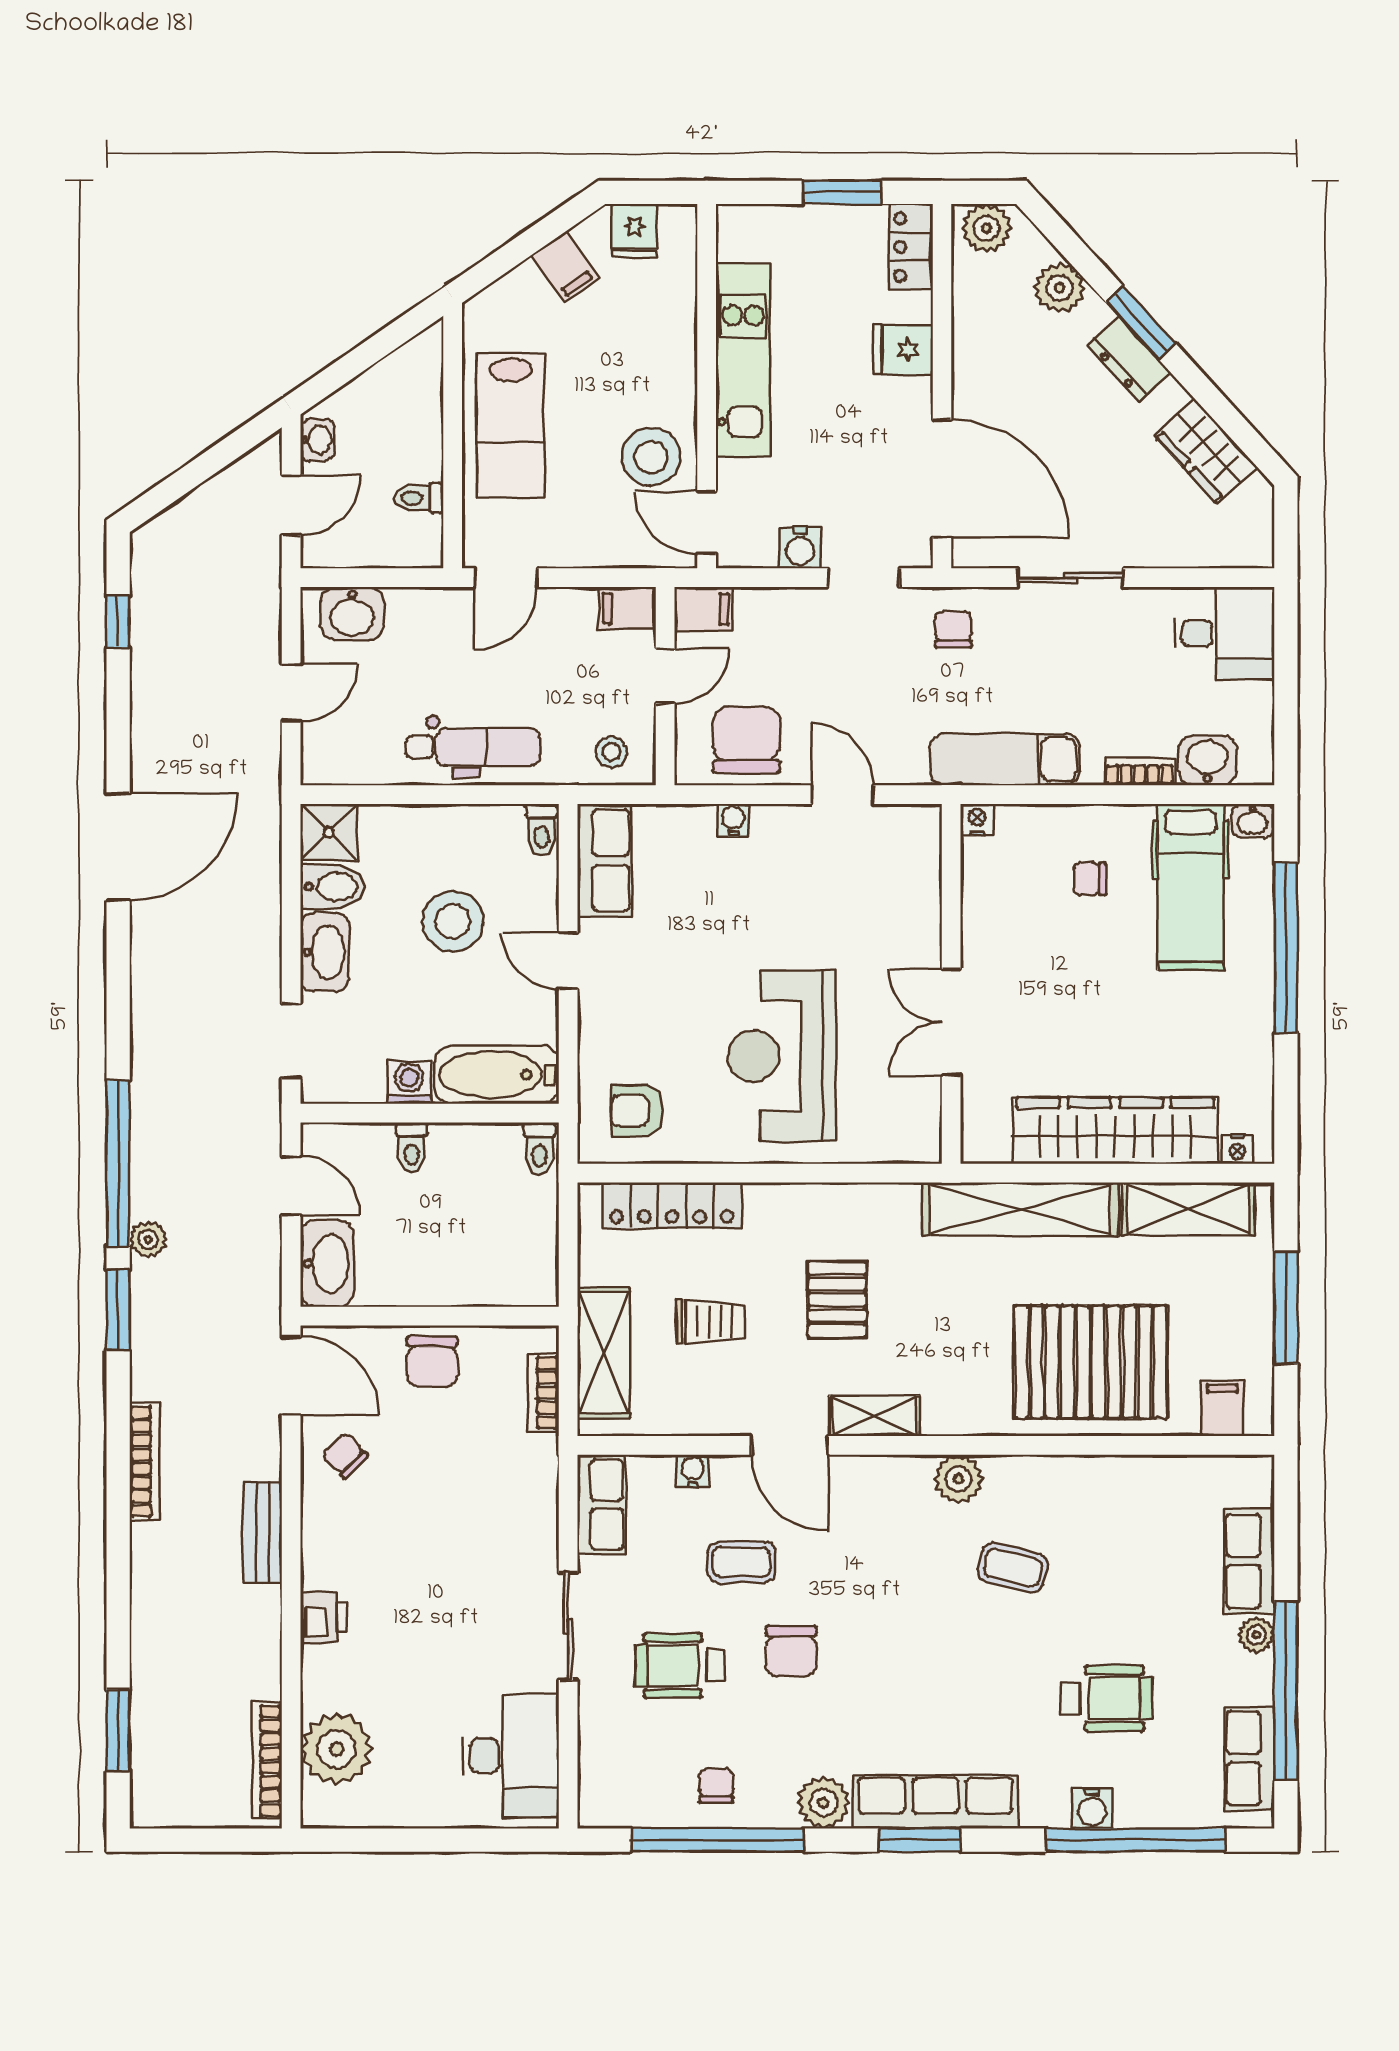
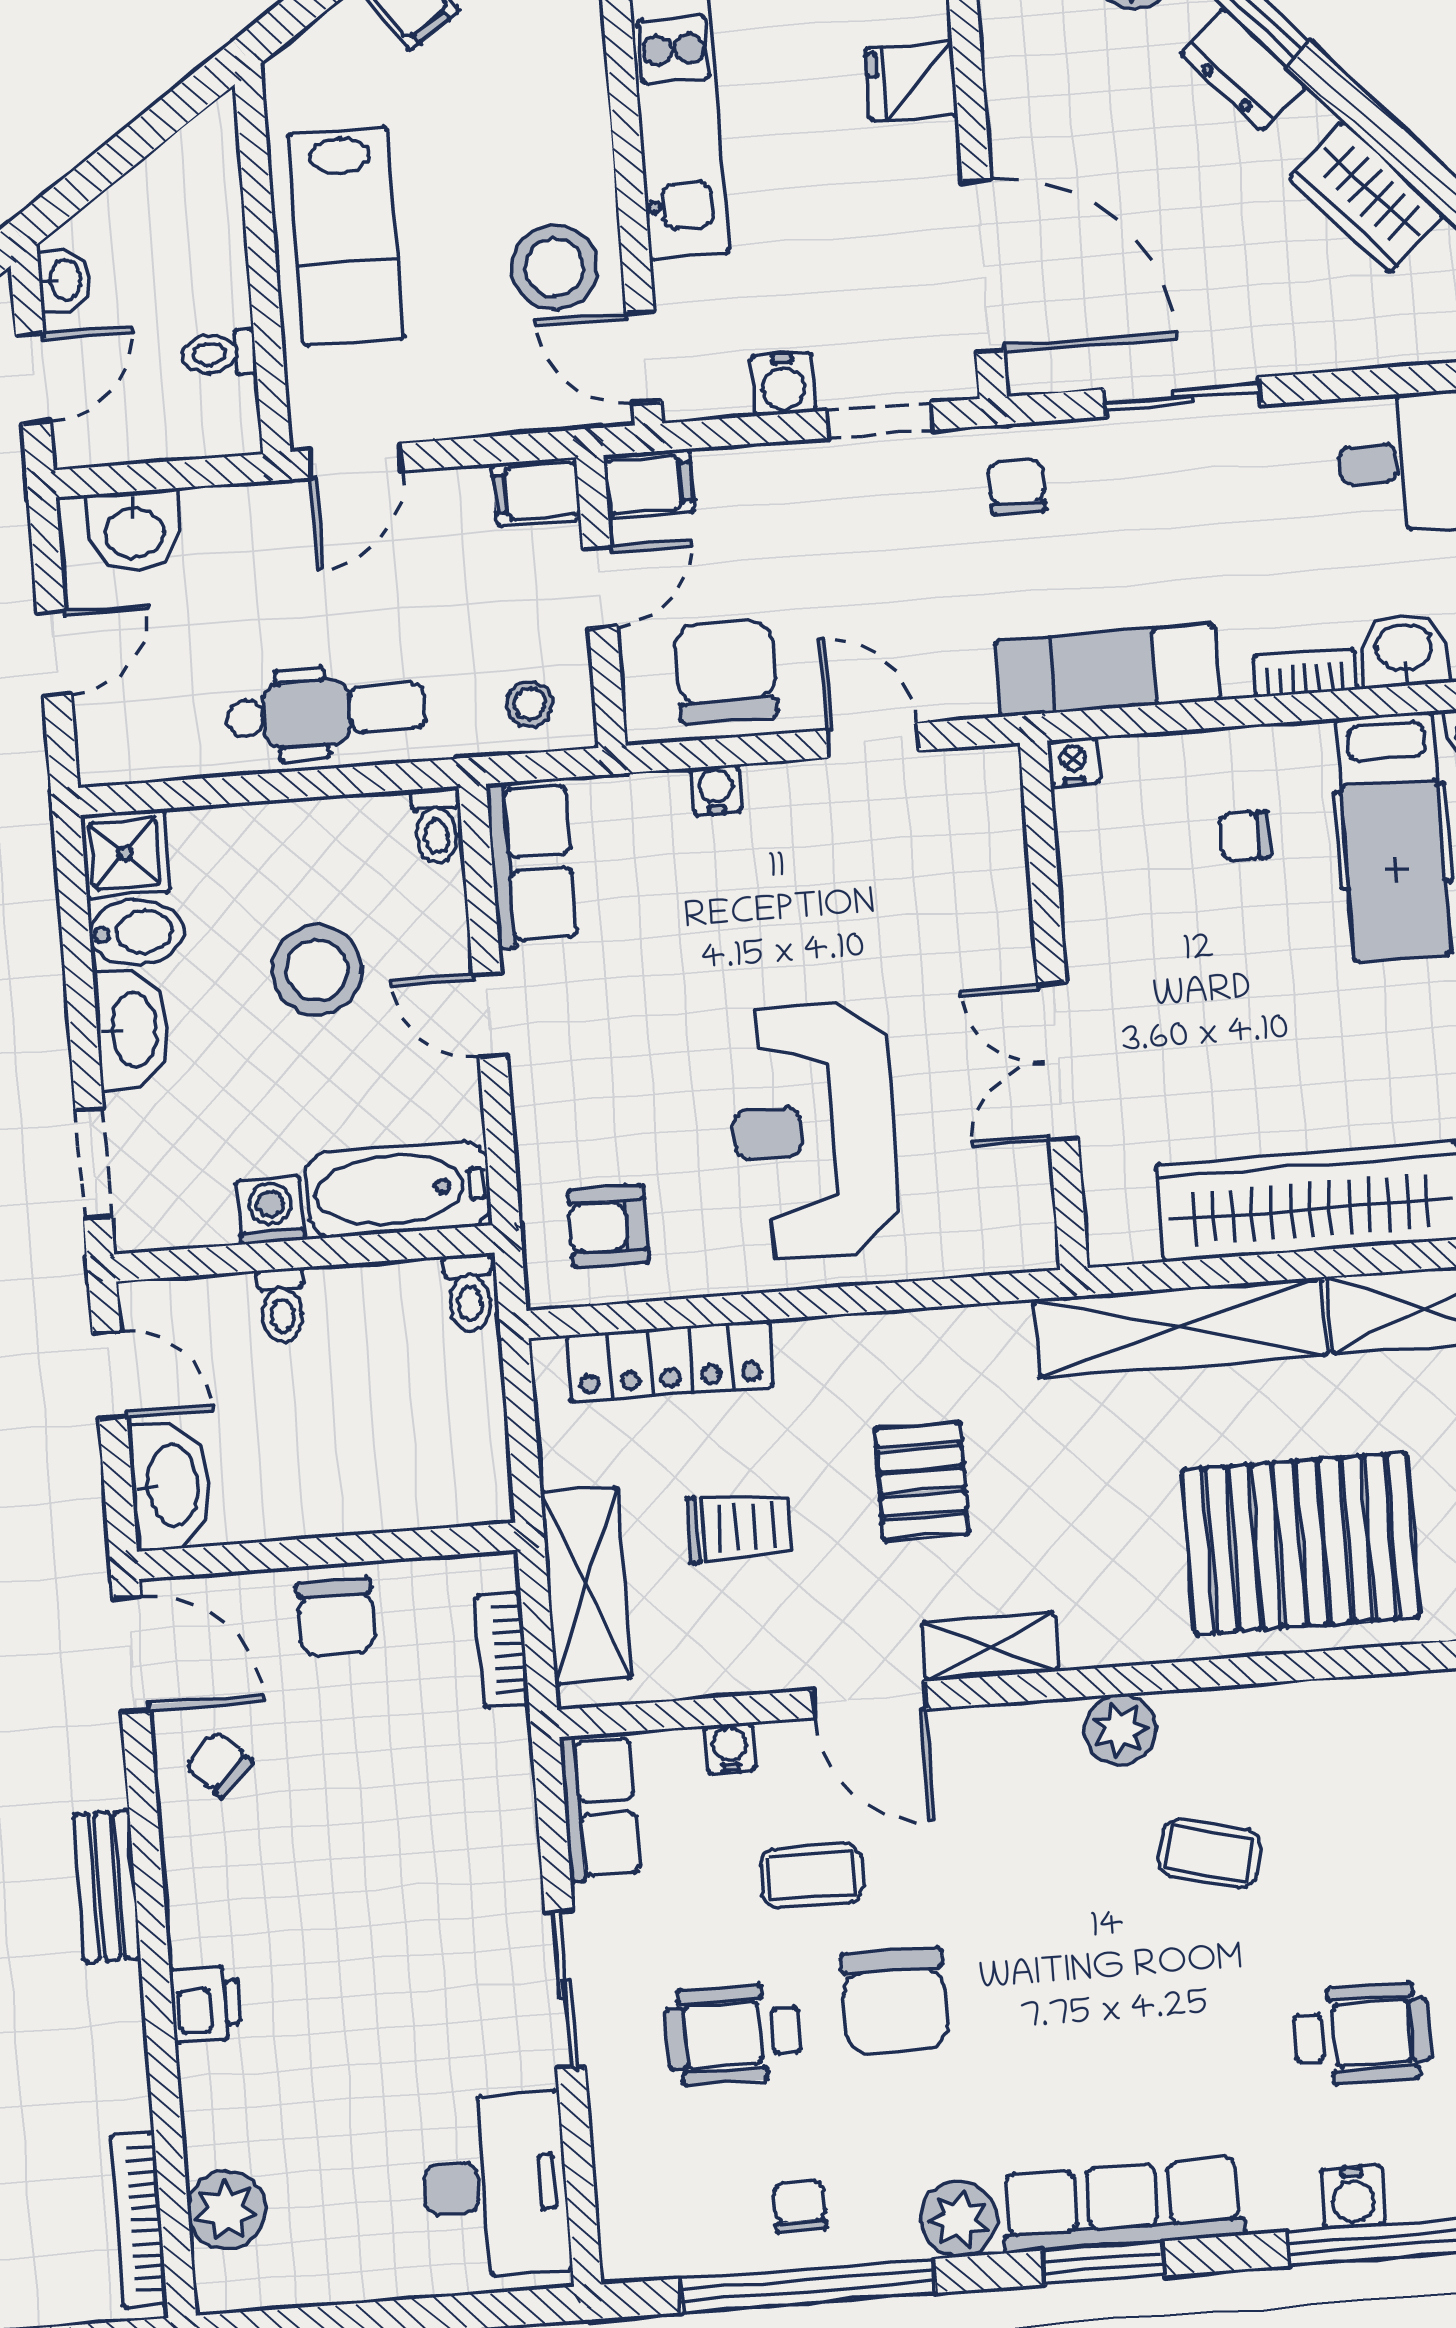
chair: (791, 1651) -> (894, 2001), width x1.37, depth x1.37
plant: (336, 1749) -> (226, 2210), width x0.73, depth x0.73

